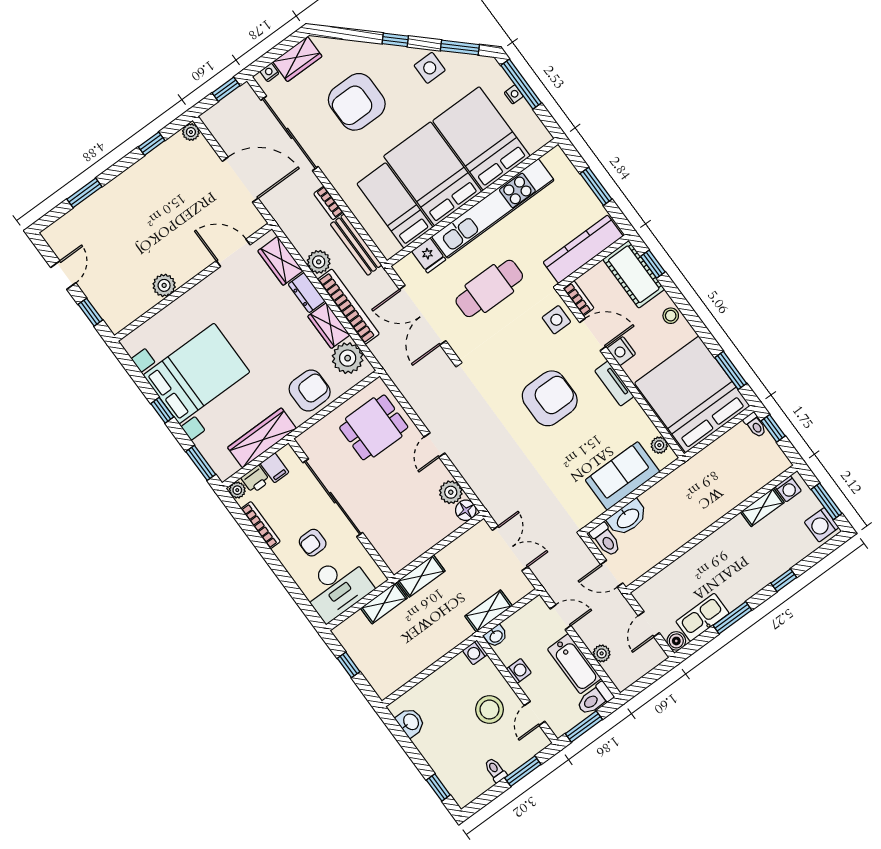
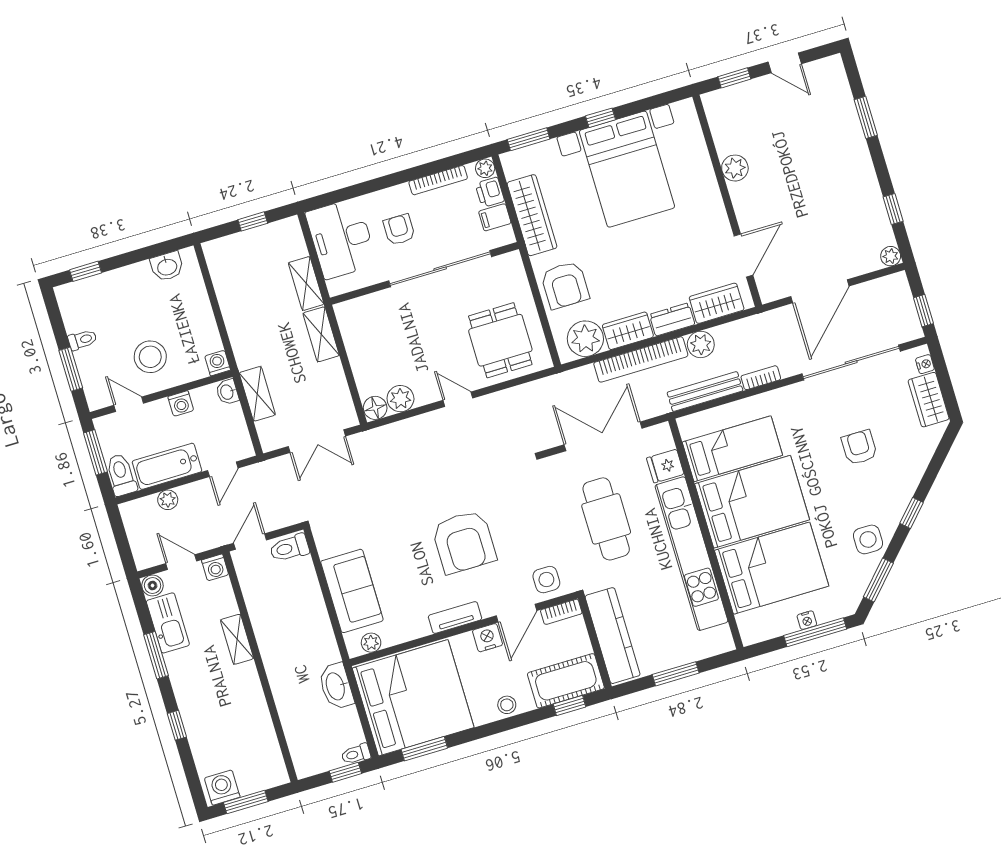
armchair: (357, 102) -> (859, 447), width x0.53, depth x0.53
washing machine: (788, 489) -> (215, 567), moved, turned -90
shelving: (762, 507) -> (237, 639), moved
washbasin: (628, 518) -> (336, 686), moved

